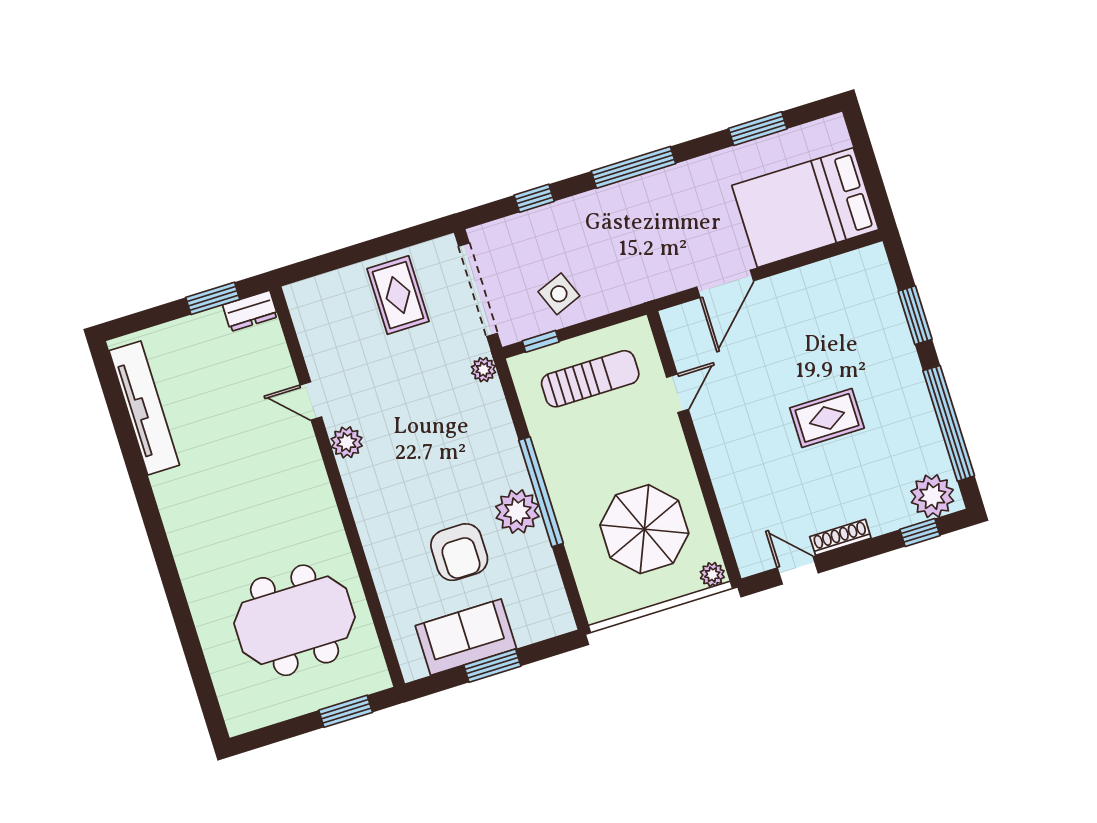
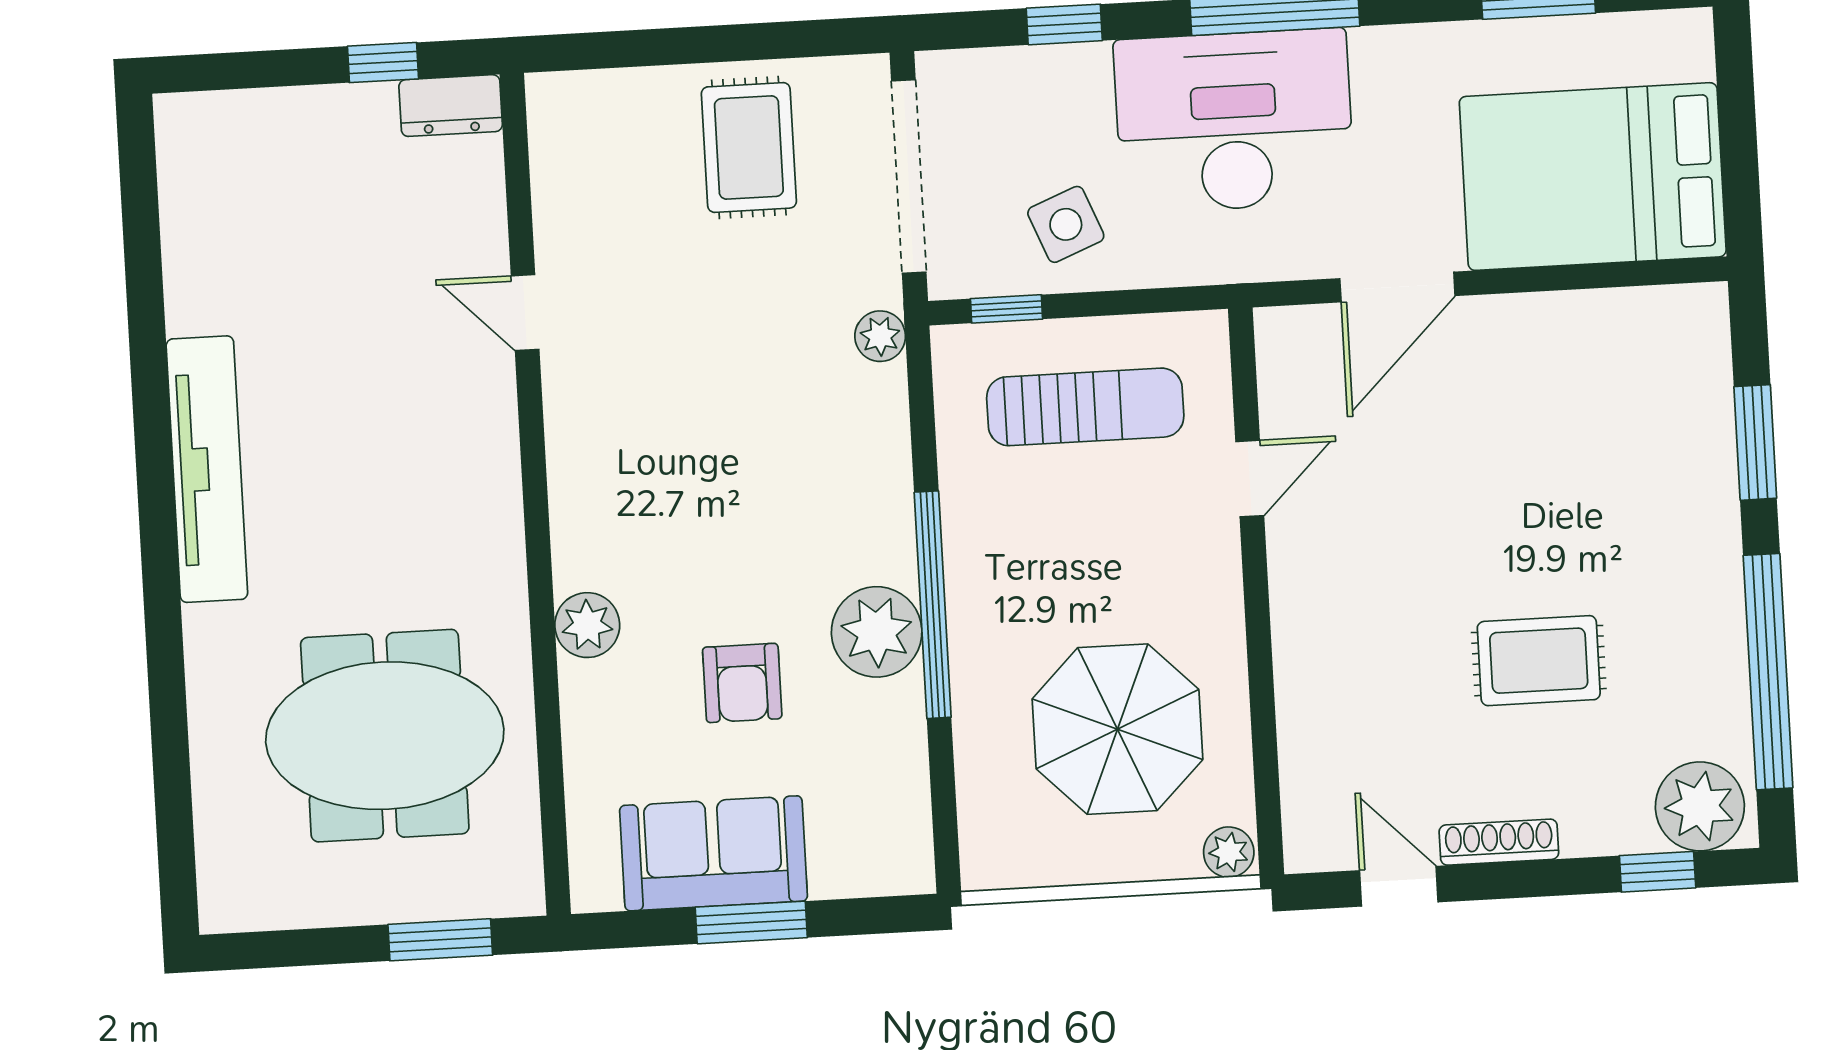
desk: (627, 224) -> (1234, 121), added
window: (213, 298) -> (383, 63), width x0.67
tv unit: (144, 408) -> (207, 469), moved
rug: (827, 418) -> (1539, 661), moved
plant: (347, 442) -> (587, 625), moved
armchair: (459, 552) -> (742, 683), width x0.72, depth x0.72

